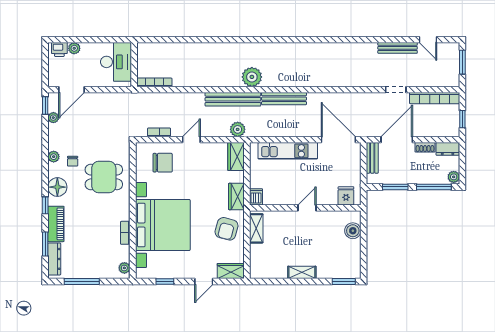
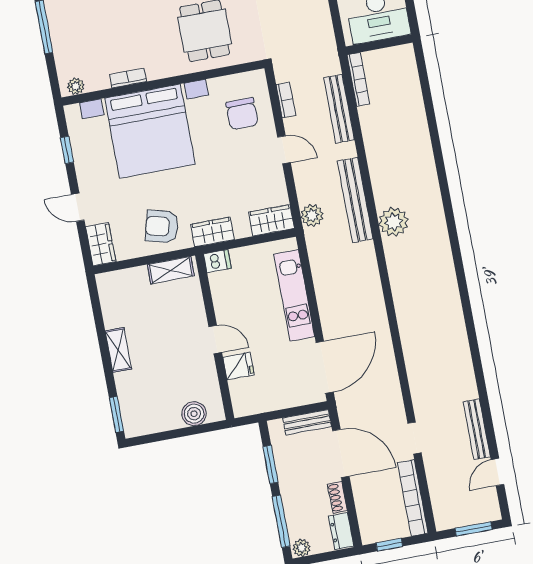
bench: (284, 99) -> (339, 109), moved
fridge: (346, 196) -> (239, 366), moved

